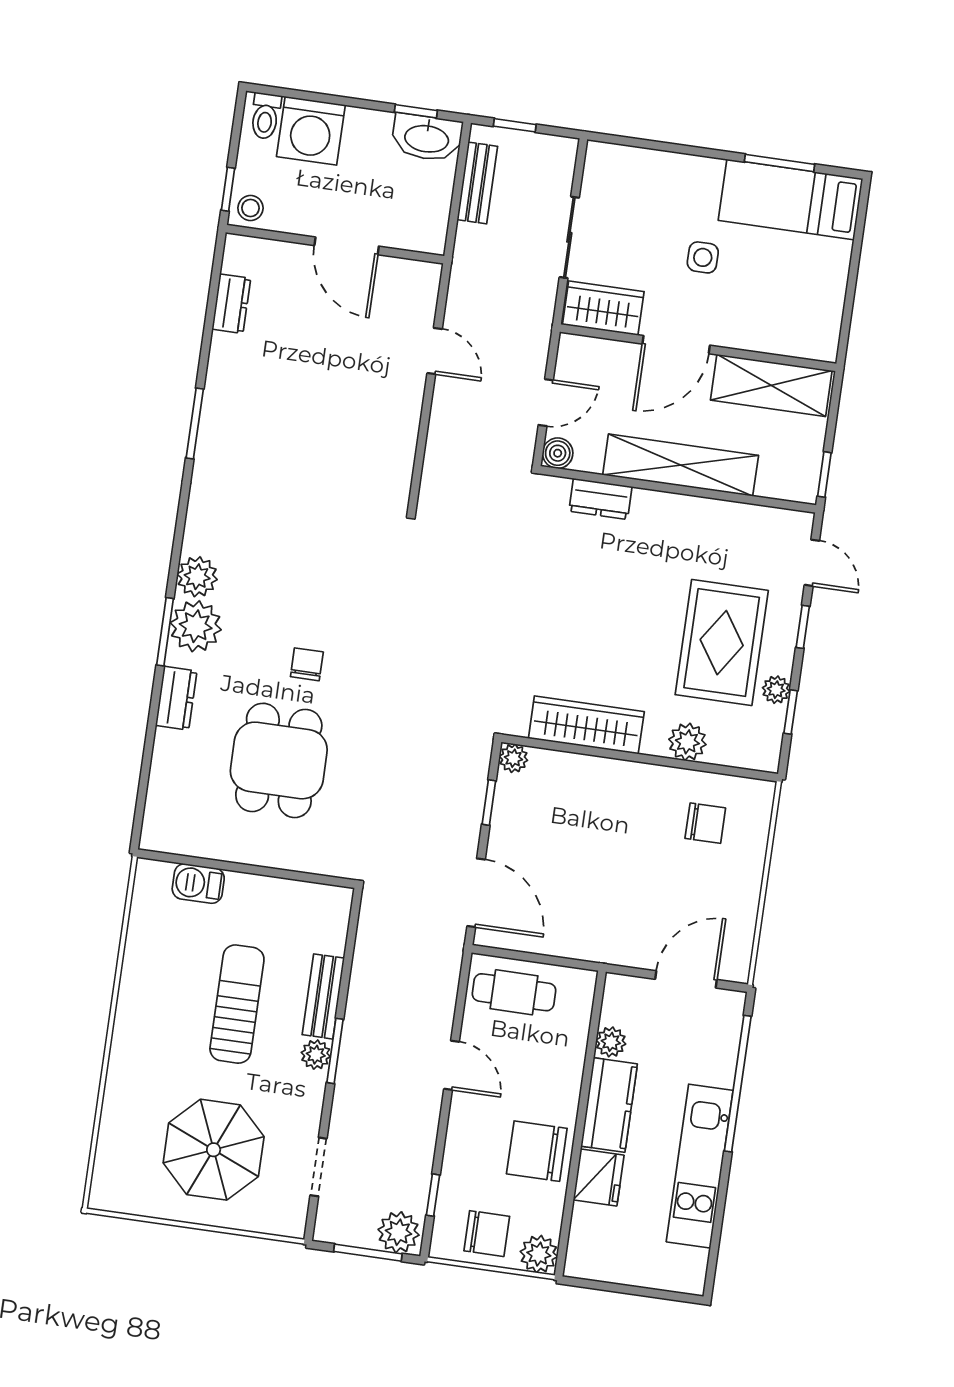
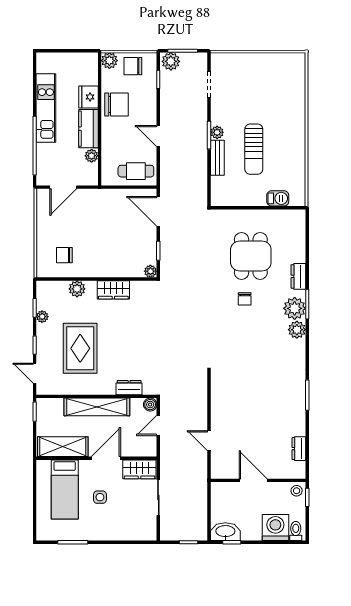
bench: (477, 183) -> (201, 515), removed
bed: (791, 200) -> (65, 489), moved, turned 90
rug: (722, 643) -> (80, 348), moved
wardrobe: (586, 725) -> (113, 290), width x0.67
parasol: (214, 1150) -> (255, 85), removed

